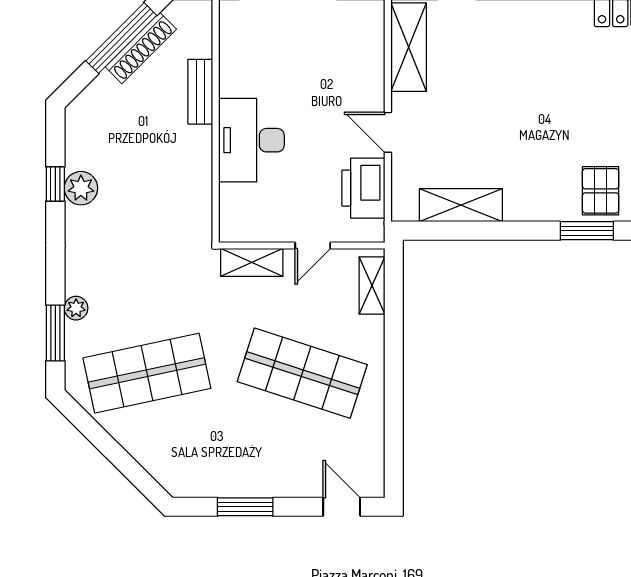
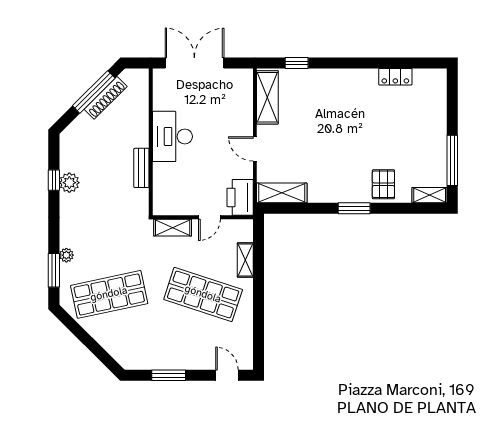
bench: (200, 92) -> (141, 168), moved
desk: (251, 140) -> (172, 136), moved
printer: (363, 188) -> (240, 197), moved
shelving: (461, 205) -> (282, 193), moved
window: (587, 231) -> (354, 208), moved
shelving: (372, 286) -> (245, 260), moved

